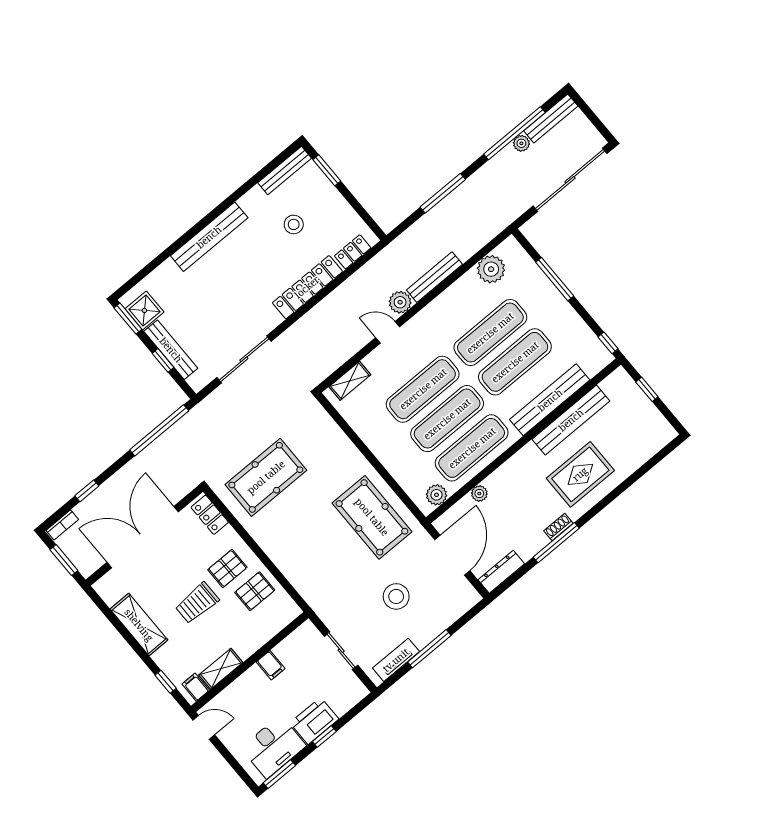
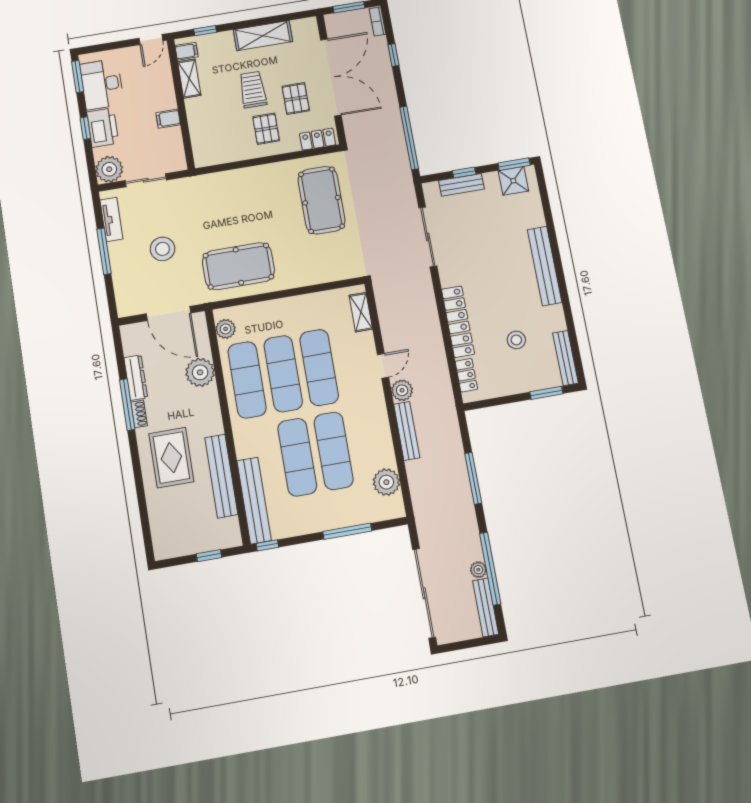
bench: (171, 350) -> (461, 185), width x0.73
bench: (550, 400) -> (254, 500), moved
plant: (479, 494) -> (200, 372), width x1.88, depth x1.88
dresser: (501, 572) -> (136, 378), moved
pallet: (255, 591) -> (296, 99), moved
plant: (350, 691) -> (109, 169), added

